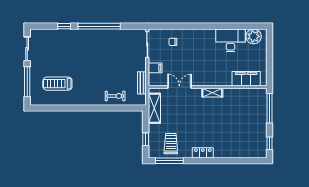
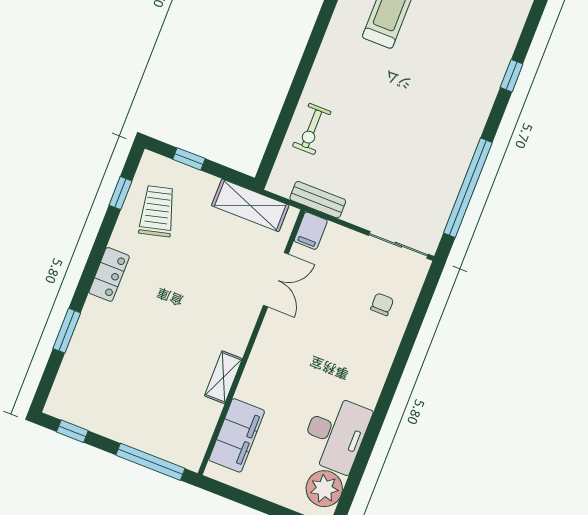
window: (99, 26) -> (468, 188), moved
filing cabinet: (155, 68) -> (311, 231), moved
shelving: (212, 93) -> (223, 377), moved
trolley: (171, 144) -> (157, 211), turned -104
window: (169, 161) -> (120, 193), width x0.46
window: (231, 161) -> (67, 331), added

